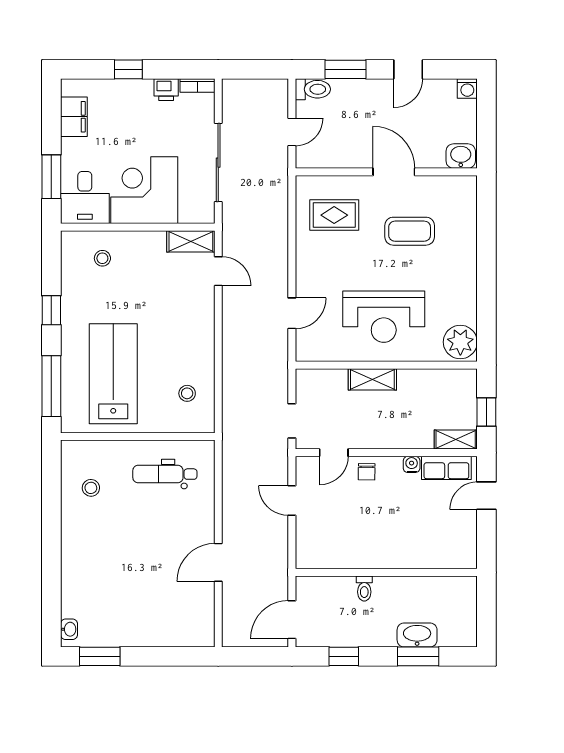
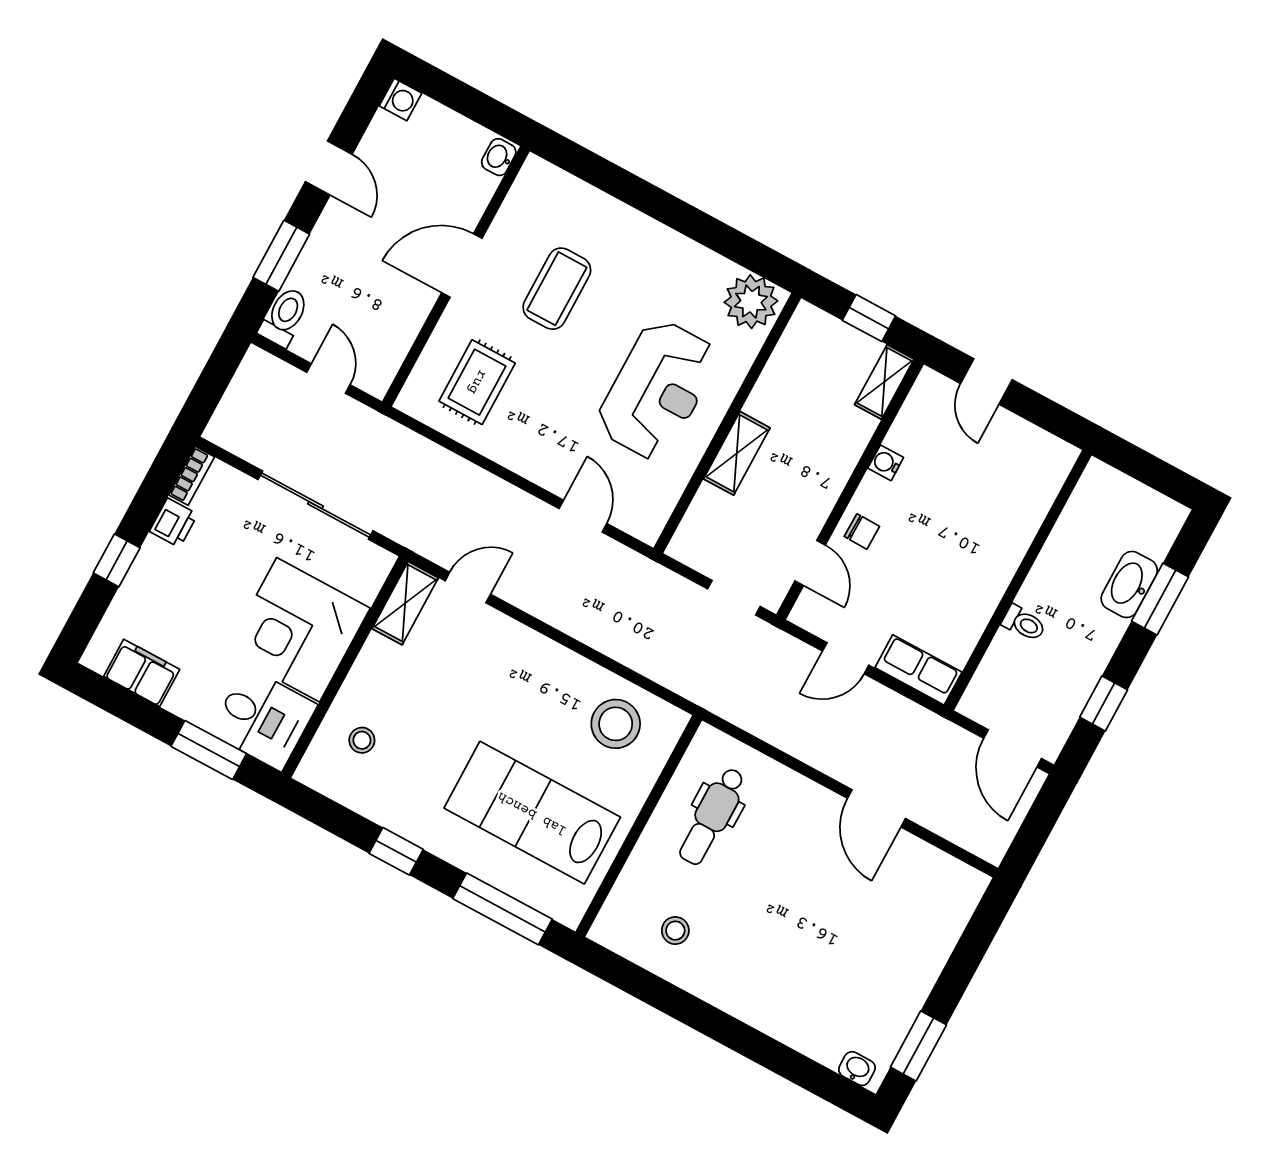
washbasin: (461, 156) -> (499, 157), width x0.72, depth x0.69
stool: (187, 393) -> (616, 724), width x1.89, depth x1.89
row of seats: (446, 468) -> (918, 670), moved, turned -90

